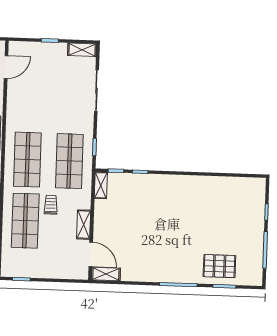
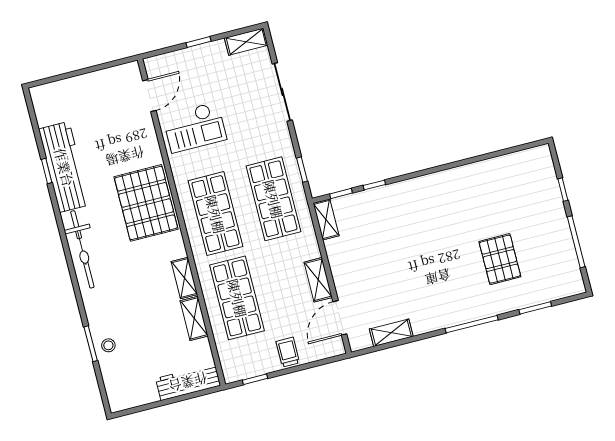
checkout: (30, 97) -> (195, 127), added
trolley: (51, 205) -> (288, 352), moved
door: (91, 254) -> (340, 318), swing flipped
pallet: (219, 266) -> (500, 259), moved, turned 90
shelving: (106, 274) -> (391, 333), moved

